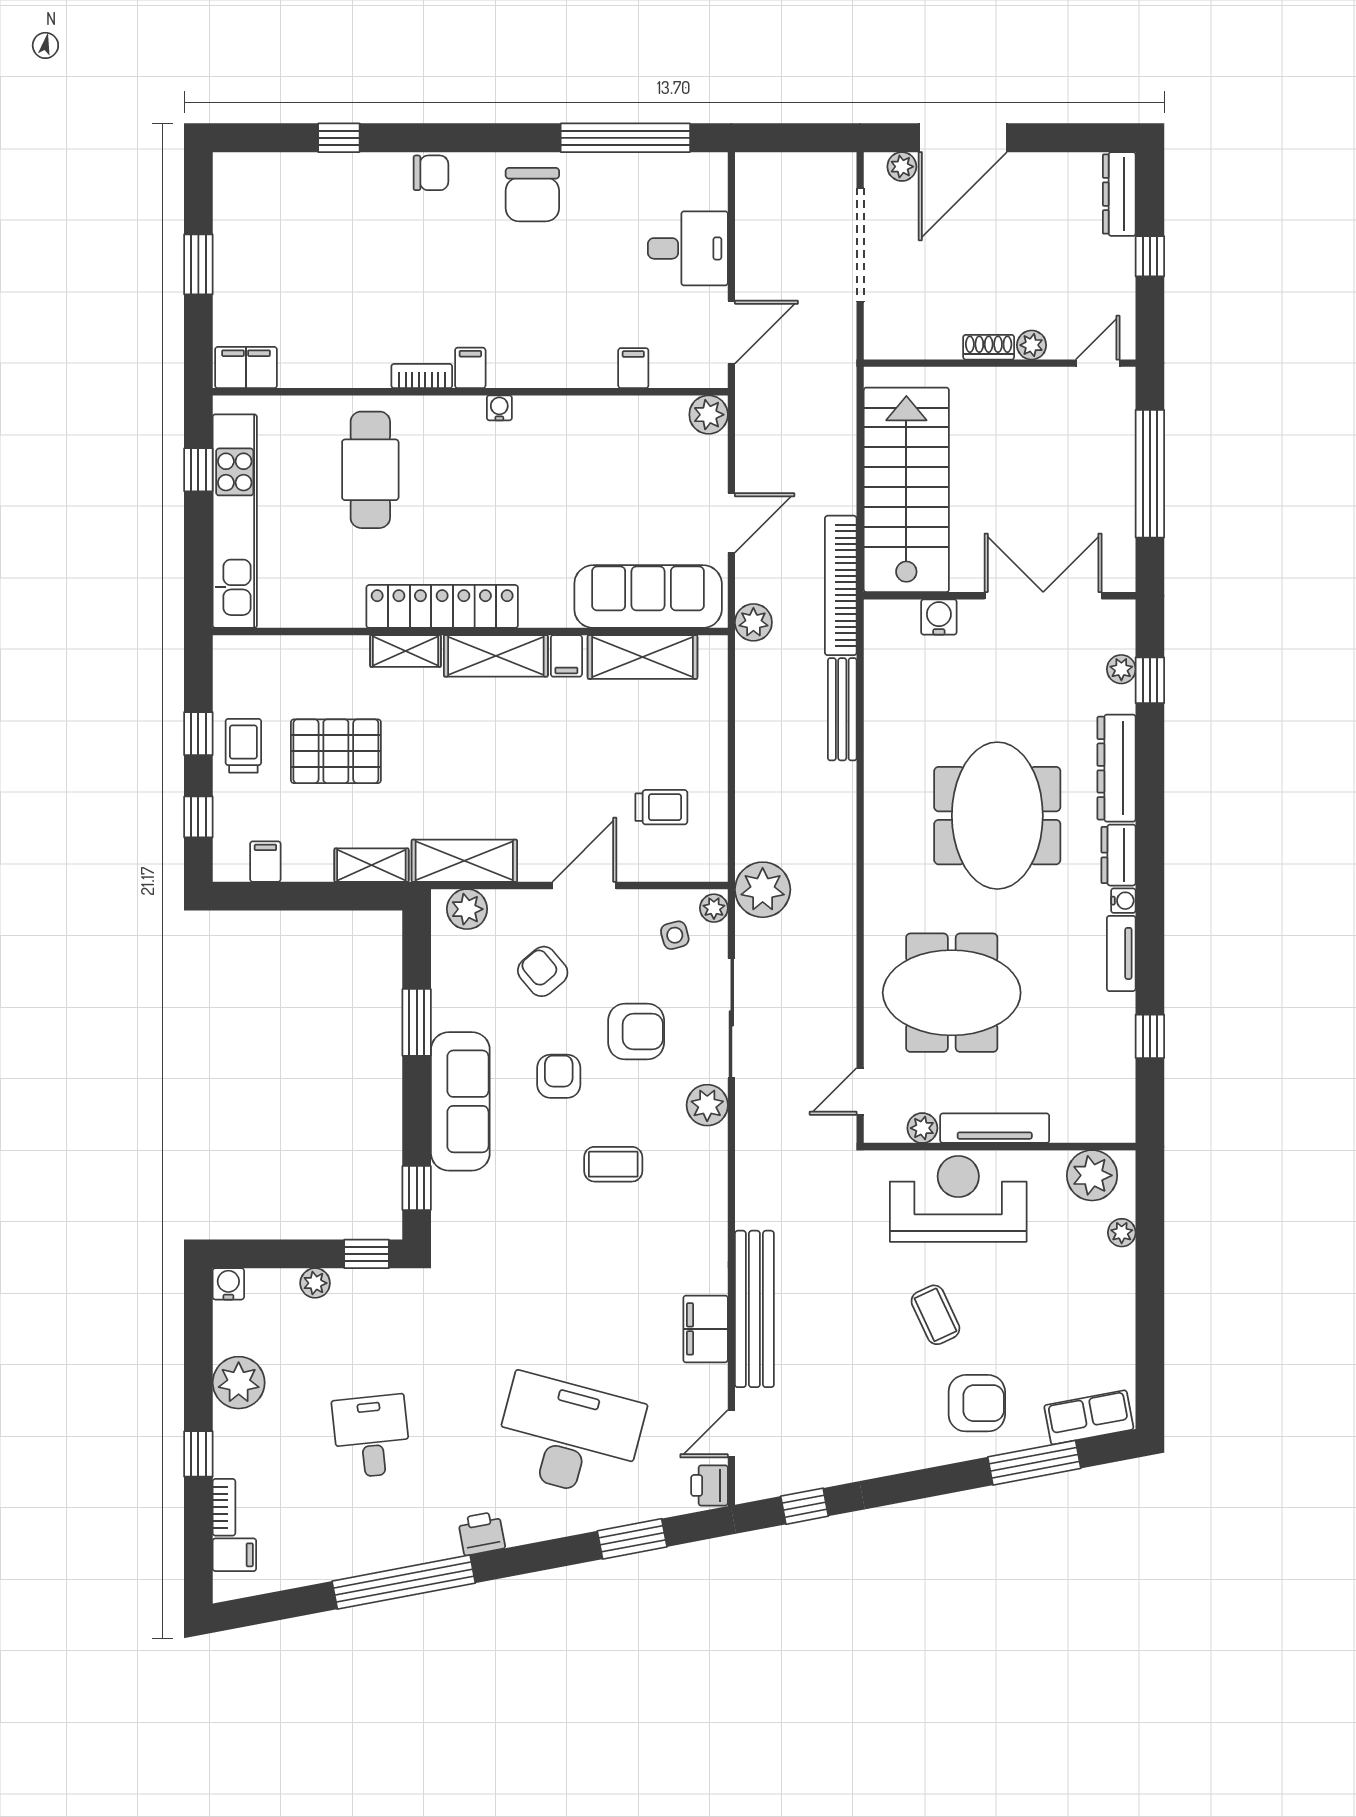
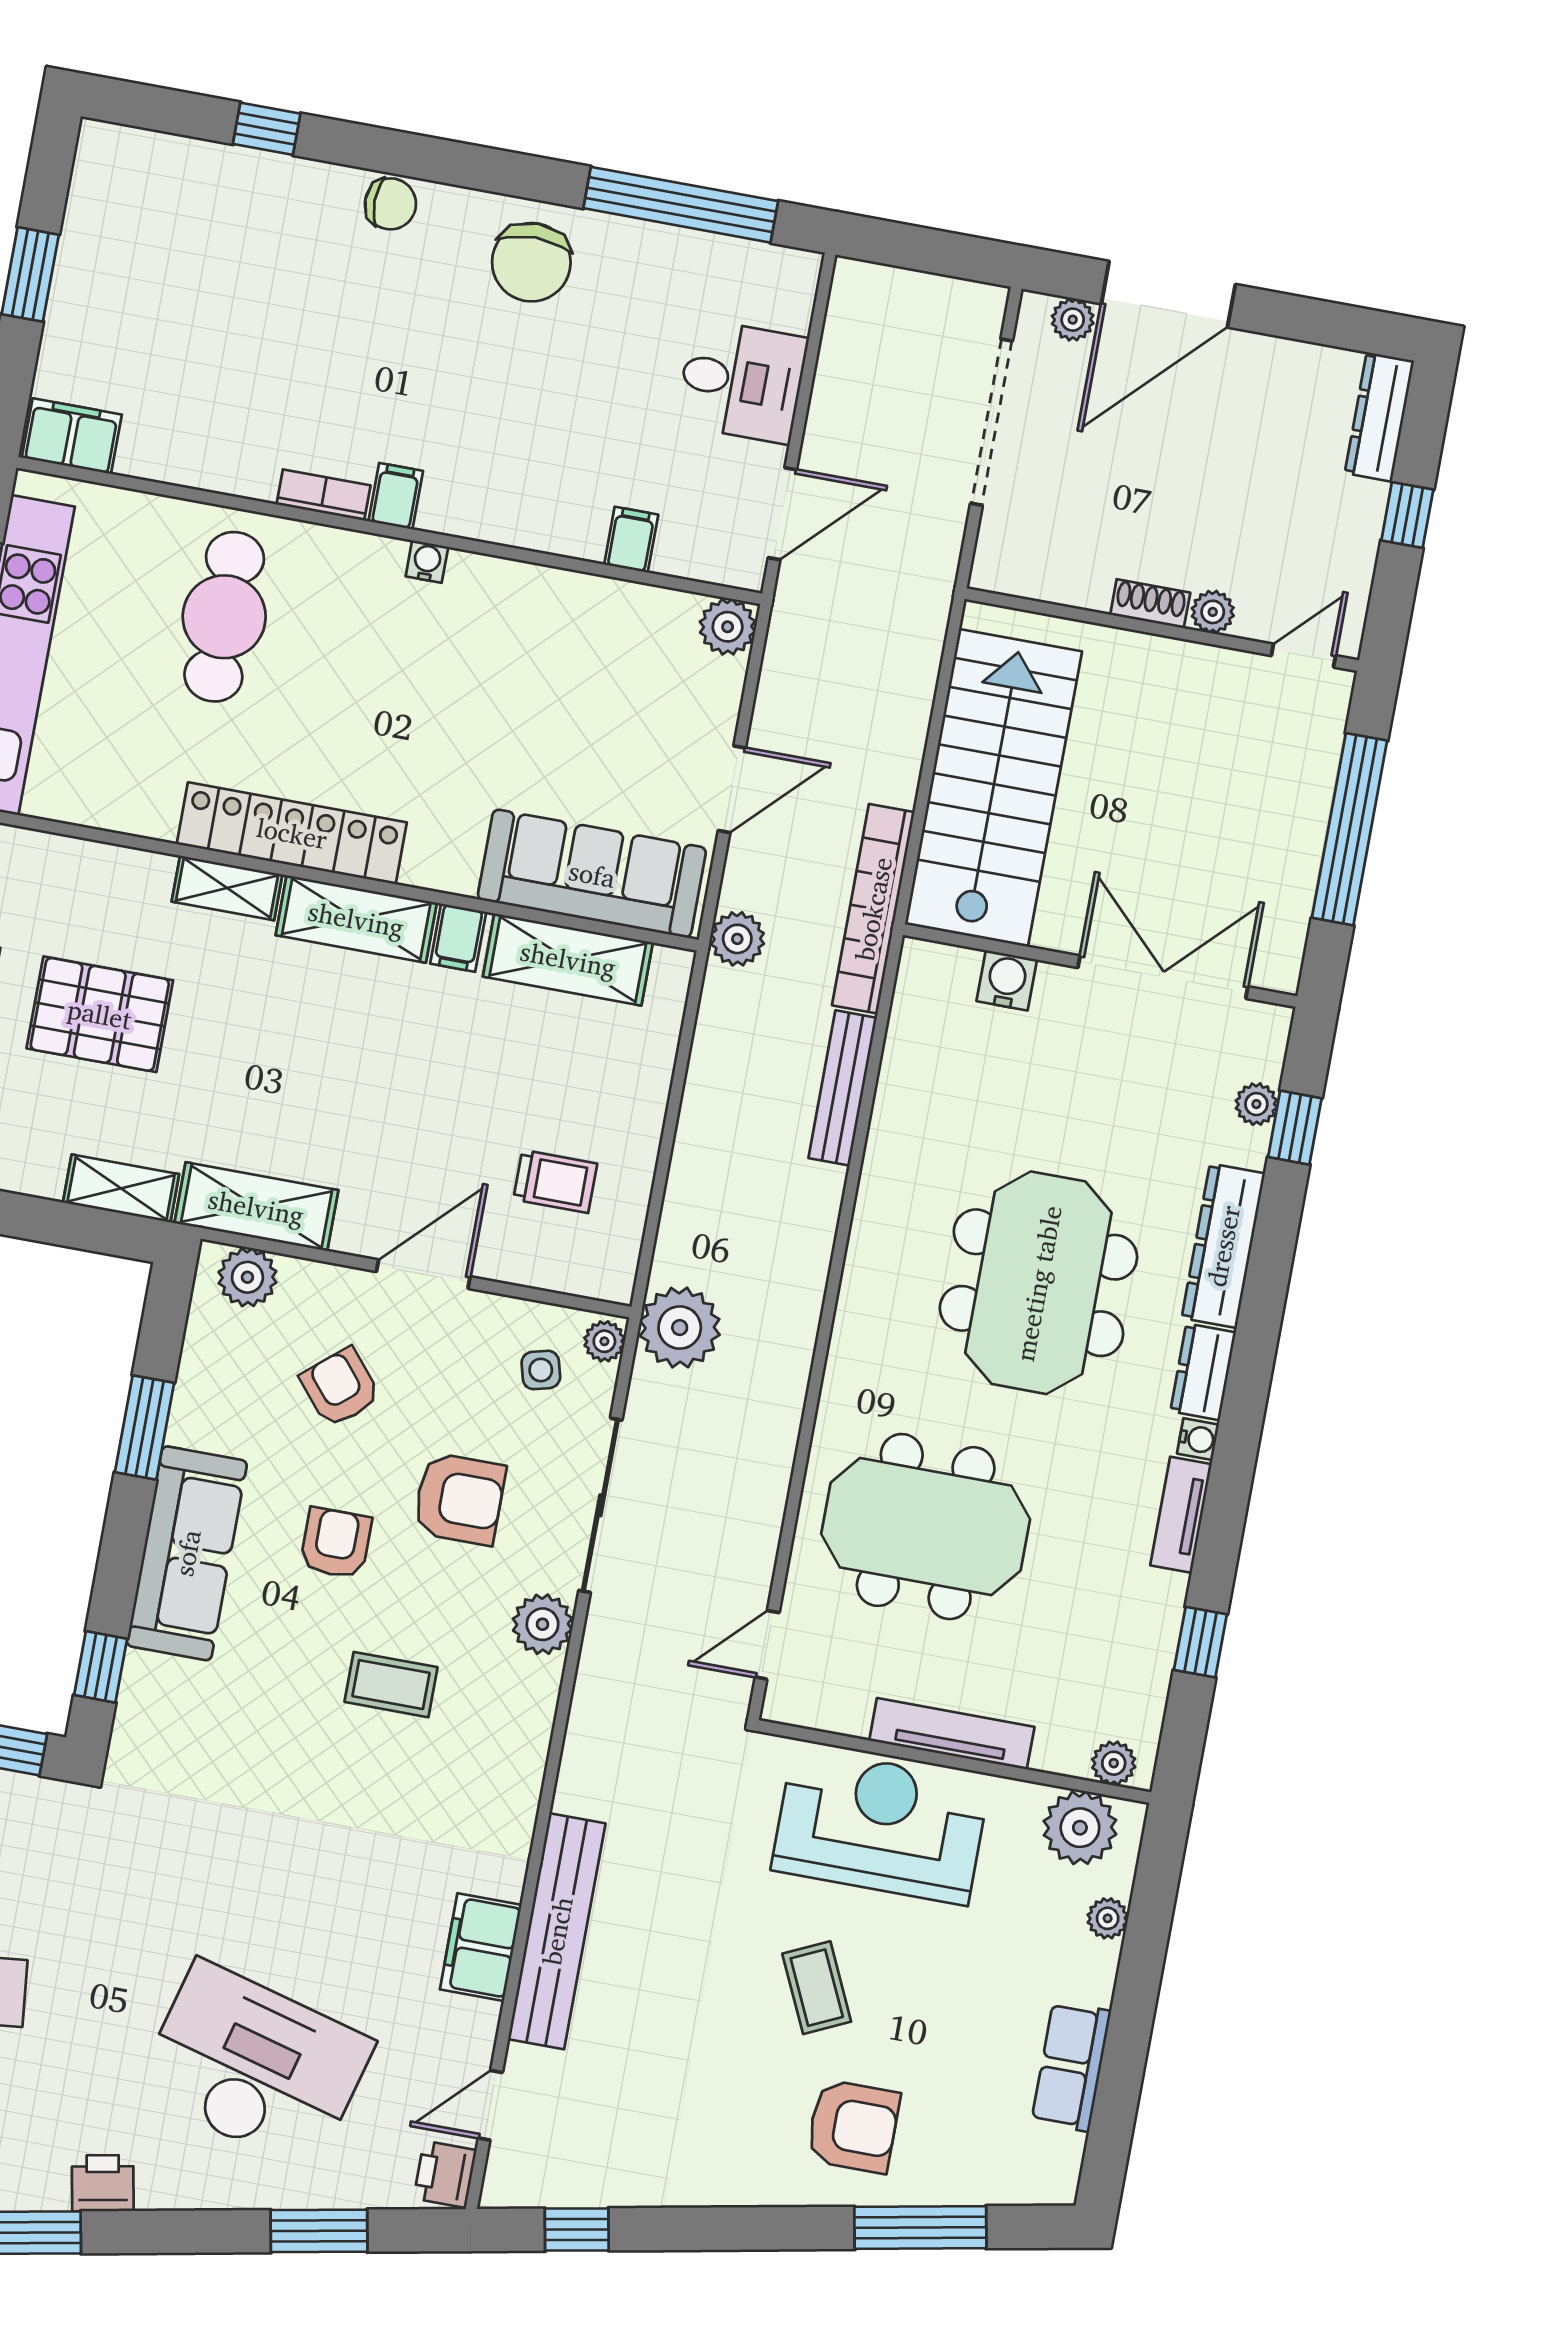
plant: (922, 1128) -> (1114, 1763), moved
row of seats: (1089, 1417) -> (1071, 2066), moved, turned -79

